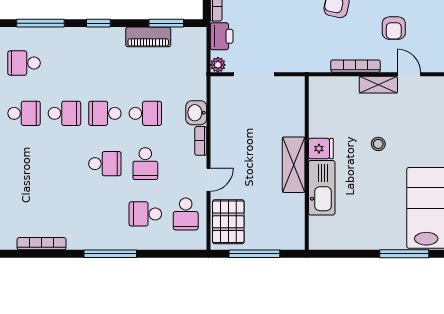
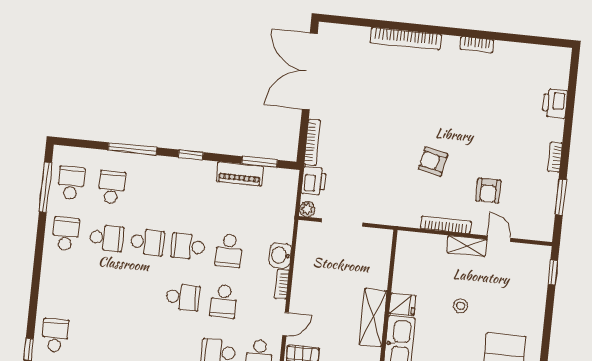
school desk: (24, 63) -> (112, 187), turned 90
school desk: (145, 113) -> (229, 251), turned 90

